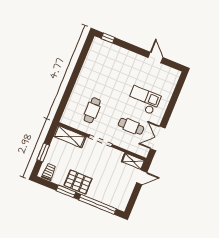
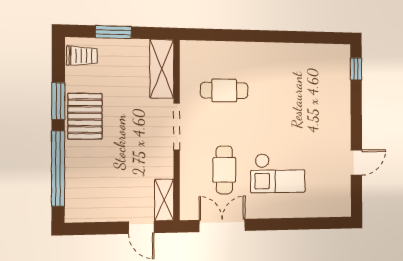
checkout: (144, 100) -> (278, 173), turned 90

